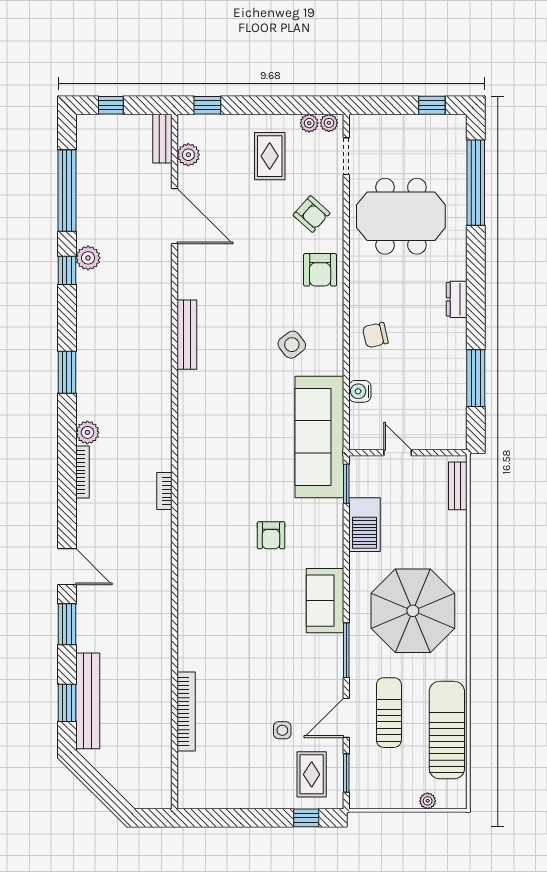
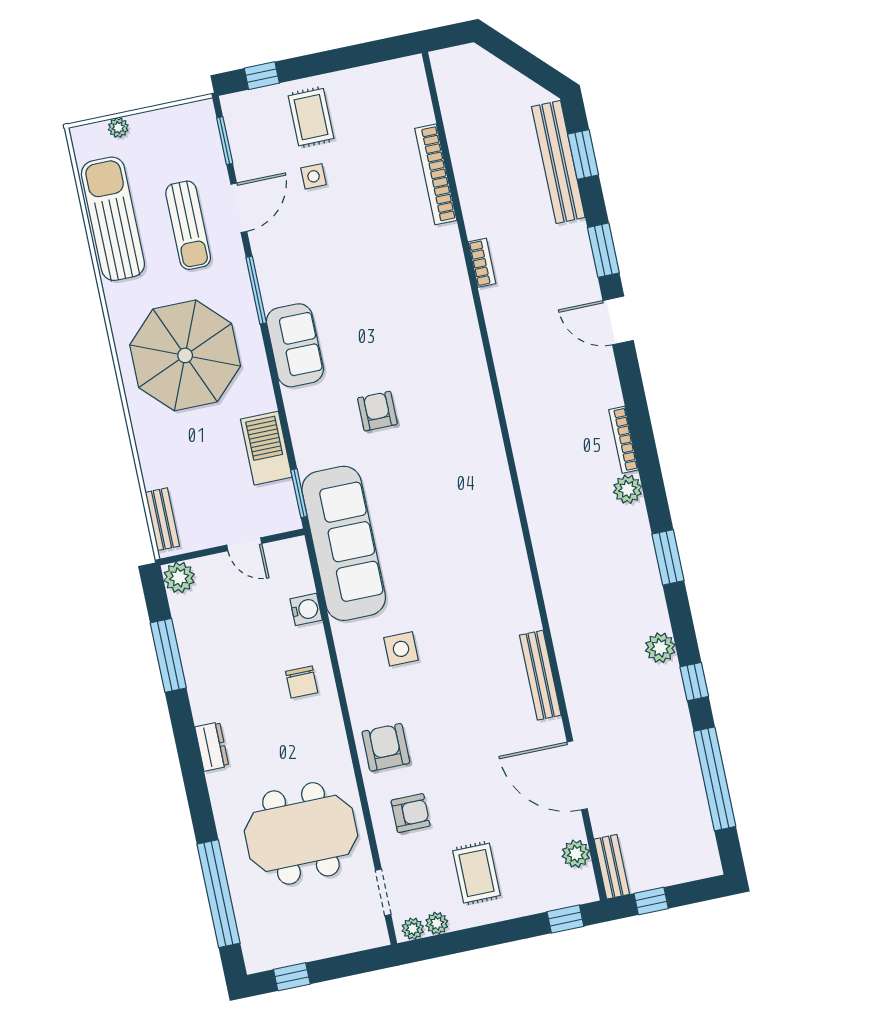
window: (111, 105) -> (651, 901), moved
armchair: (311, 214) -> (411, 813), turned 138
plant: (88, 258) -> (660, 648), moved
bench: (187, 335) -> (540, 675), moved
chair: (375, 335) -> (302, 682), turned 103
side table: (292, 345) -> (401, 649), turned 38
plant: (454, 437) -> (179, 577), added
bookcase: (164, 491) -> (482, 263), moved
sun lounger: (447, 730) -> (113, 219), turned 180
rug: (312, 774) -> (311, 117), moved

